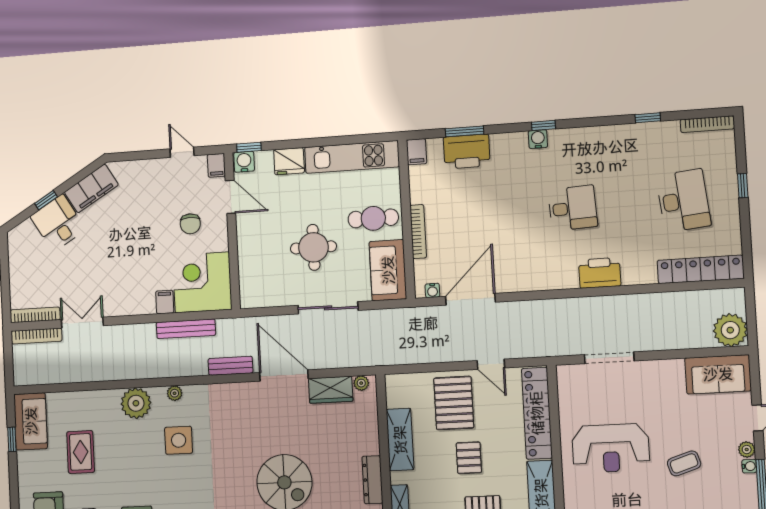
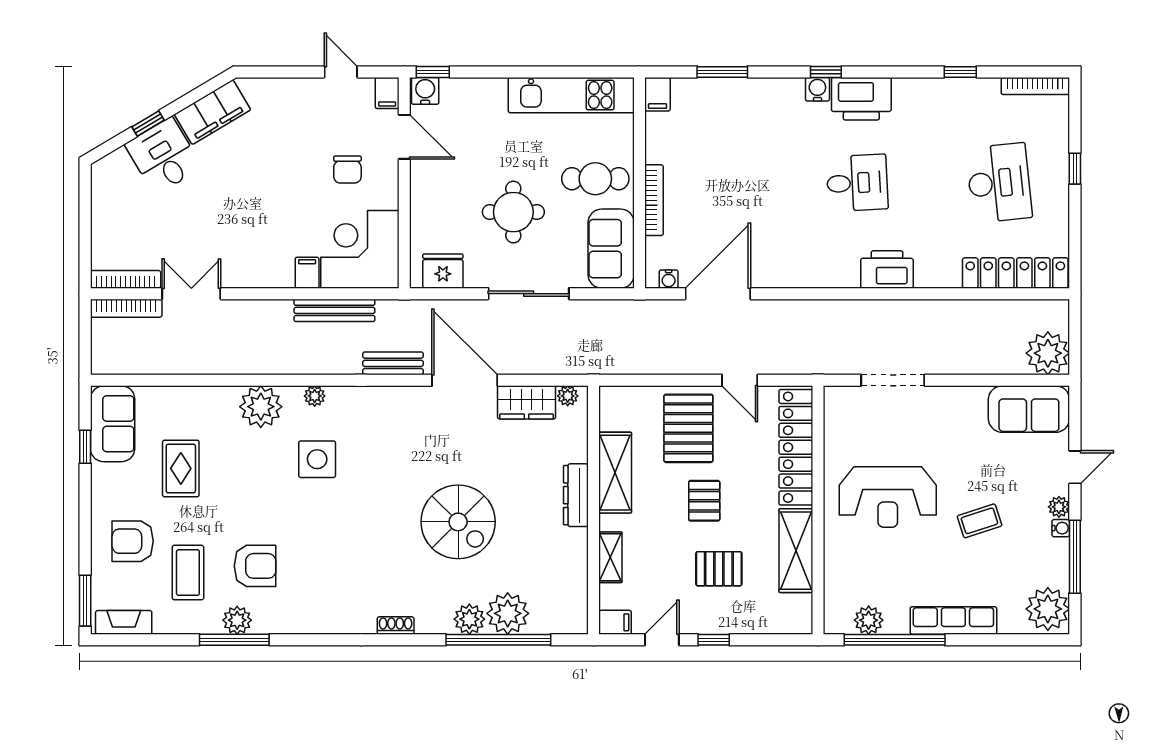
printer: (467, 151) -> (861, 99), moved
fridge: (289, 161) -> (443, 271), moved, turned 180
dresser: (372, 480) -> (576, 495), moved

